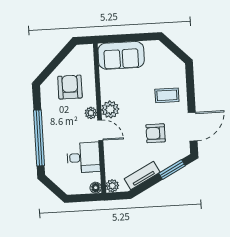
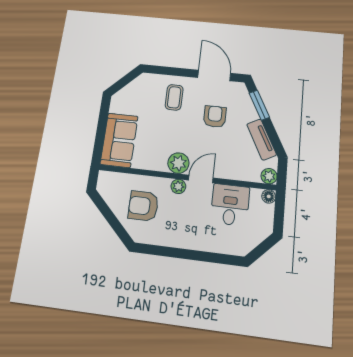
armchair: (156, 133) -> (215, 117), turned 180
window: (39, 138) -> (197, 256), removed

